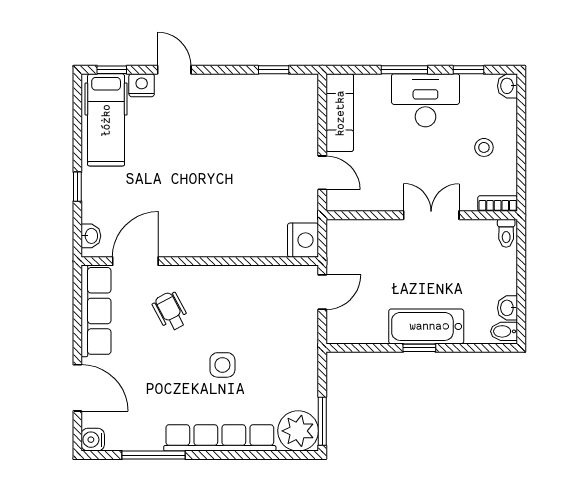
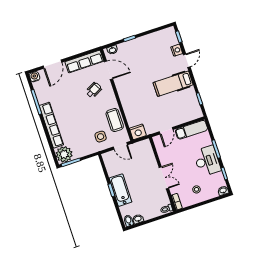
hospital bed: (106, 120) -> (173, 84), moved
coffee table: (257, 285) -> (115, 120), added
side table: (222, 365) -> (101, 137), moved

